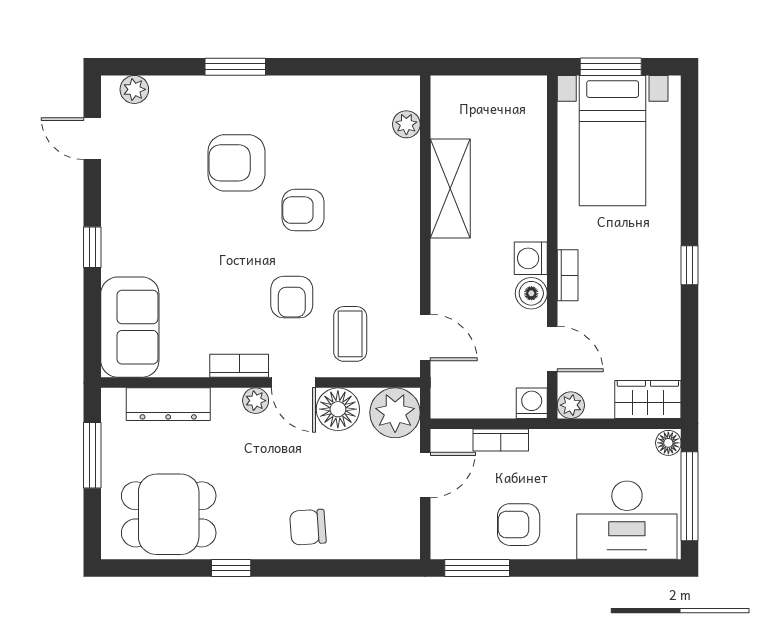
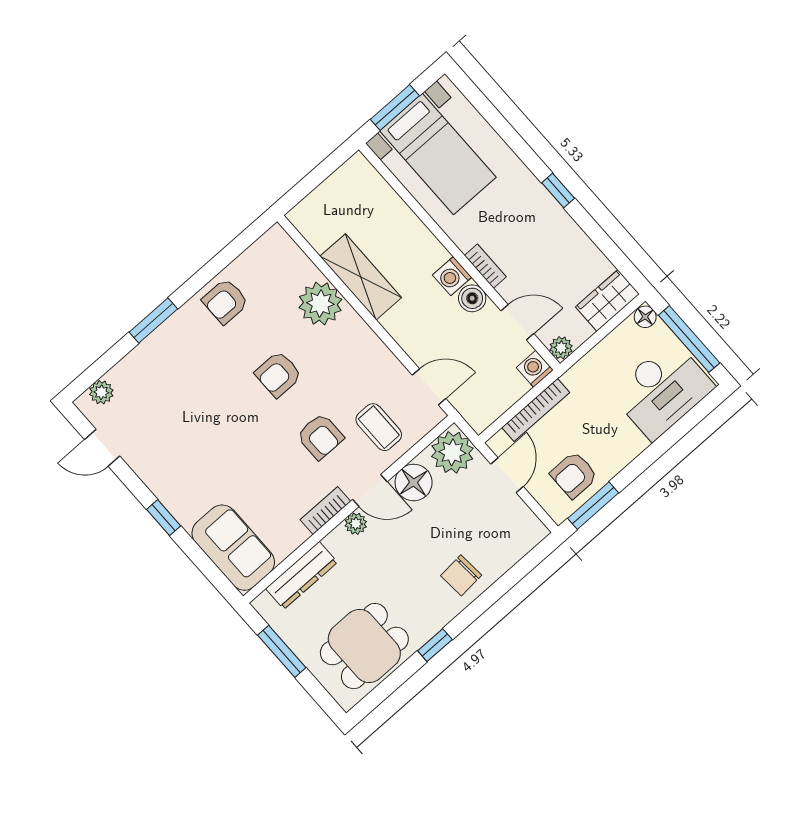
plant: (406, 124) -> (320, 304), moved, width x1.87, depth x1.87
armchair: (236, 163) -> (225, 301), moved, width x0.72, depth x0.72
bookcase: (501, 440) -> (536, 410), width x1.56
armchair: (519, 525) -> (574, 475), moved

